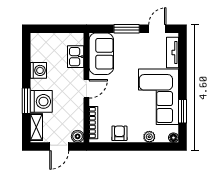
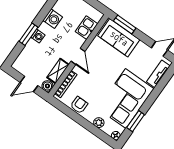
window: (127, 29) -> (125, 24), moved
sofa: (101, 54) -> (119, 38), moved, turned 90
door: (86, 89) -> (78, 56), hinge flipped
washing machine: (41, 101) -> (38, 36), width x0.53, depth x0.53
shelving: (36, 127) -> (58, 71), moved

